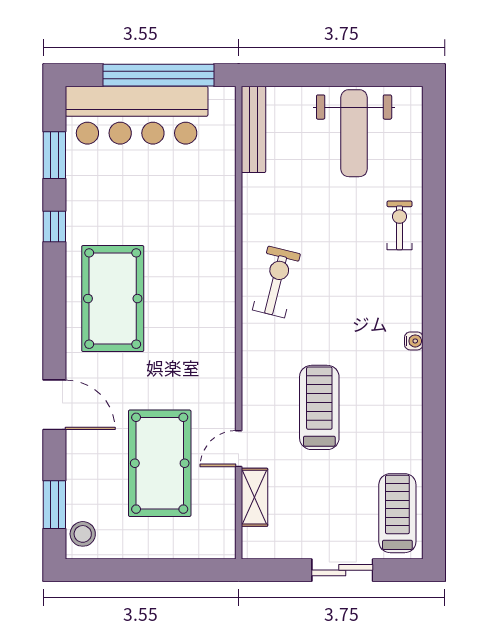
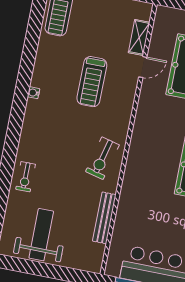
bench: (253, 129) -> (104, 218), moved
water cooler: (414, 341) -> (34, 93), moved

